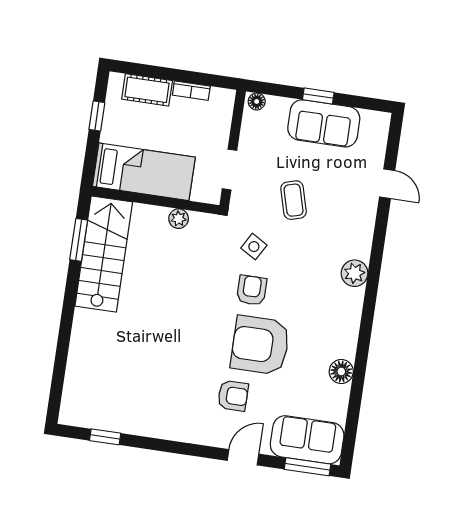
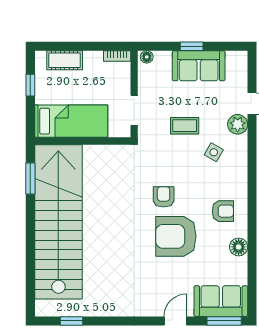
bookcase: (191, 91) -> (117, 56), moved
coffee table: (294, 200) -> (185, 126), turned -74
plant: (179, 219) -> (102, 152), removed
side table: (254, 247) -> (214, 152), moved
stairs: (104, 254) -> (58, 222), width x1.86, depth x1.51
plant: (354, 273) -> (238, 124), moved
armchair: (233, 396) -> (223, 211), moved

